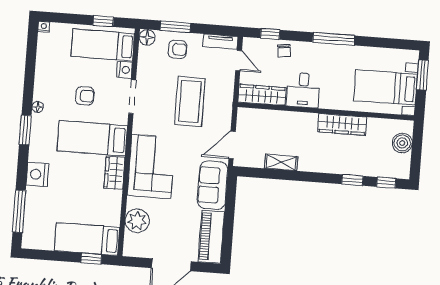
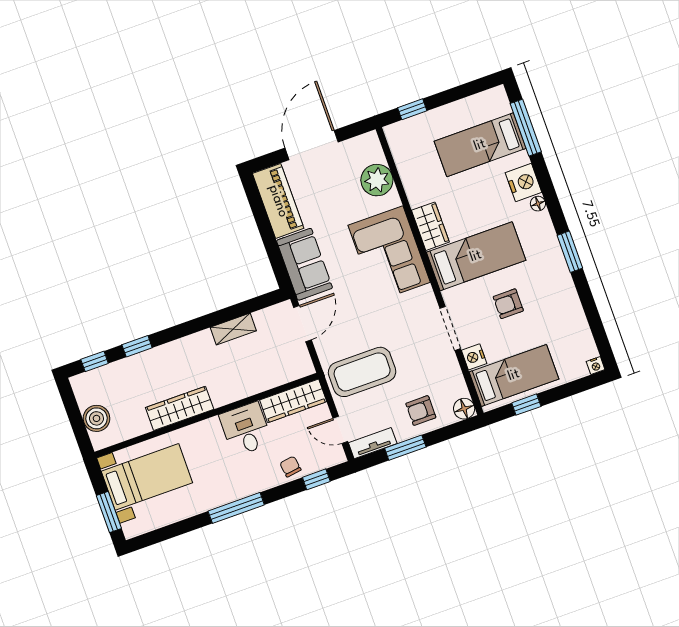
window: (176, 27) -> (405, 448), moved
coffee table: (190, 102) -> (362, 372), moved, turned 90
floor lamp: (38, 107) -> (538, 204), moved
window: (25, 130) -> (570, 252), moved
bed: (87, 239) -> (480, 145), moved, turned 180

